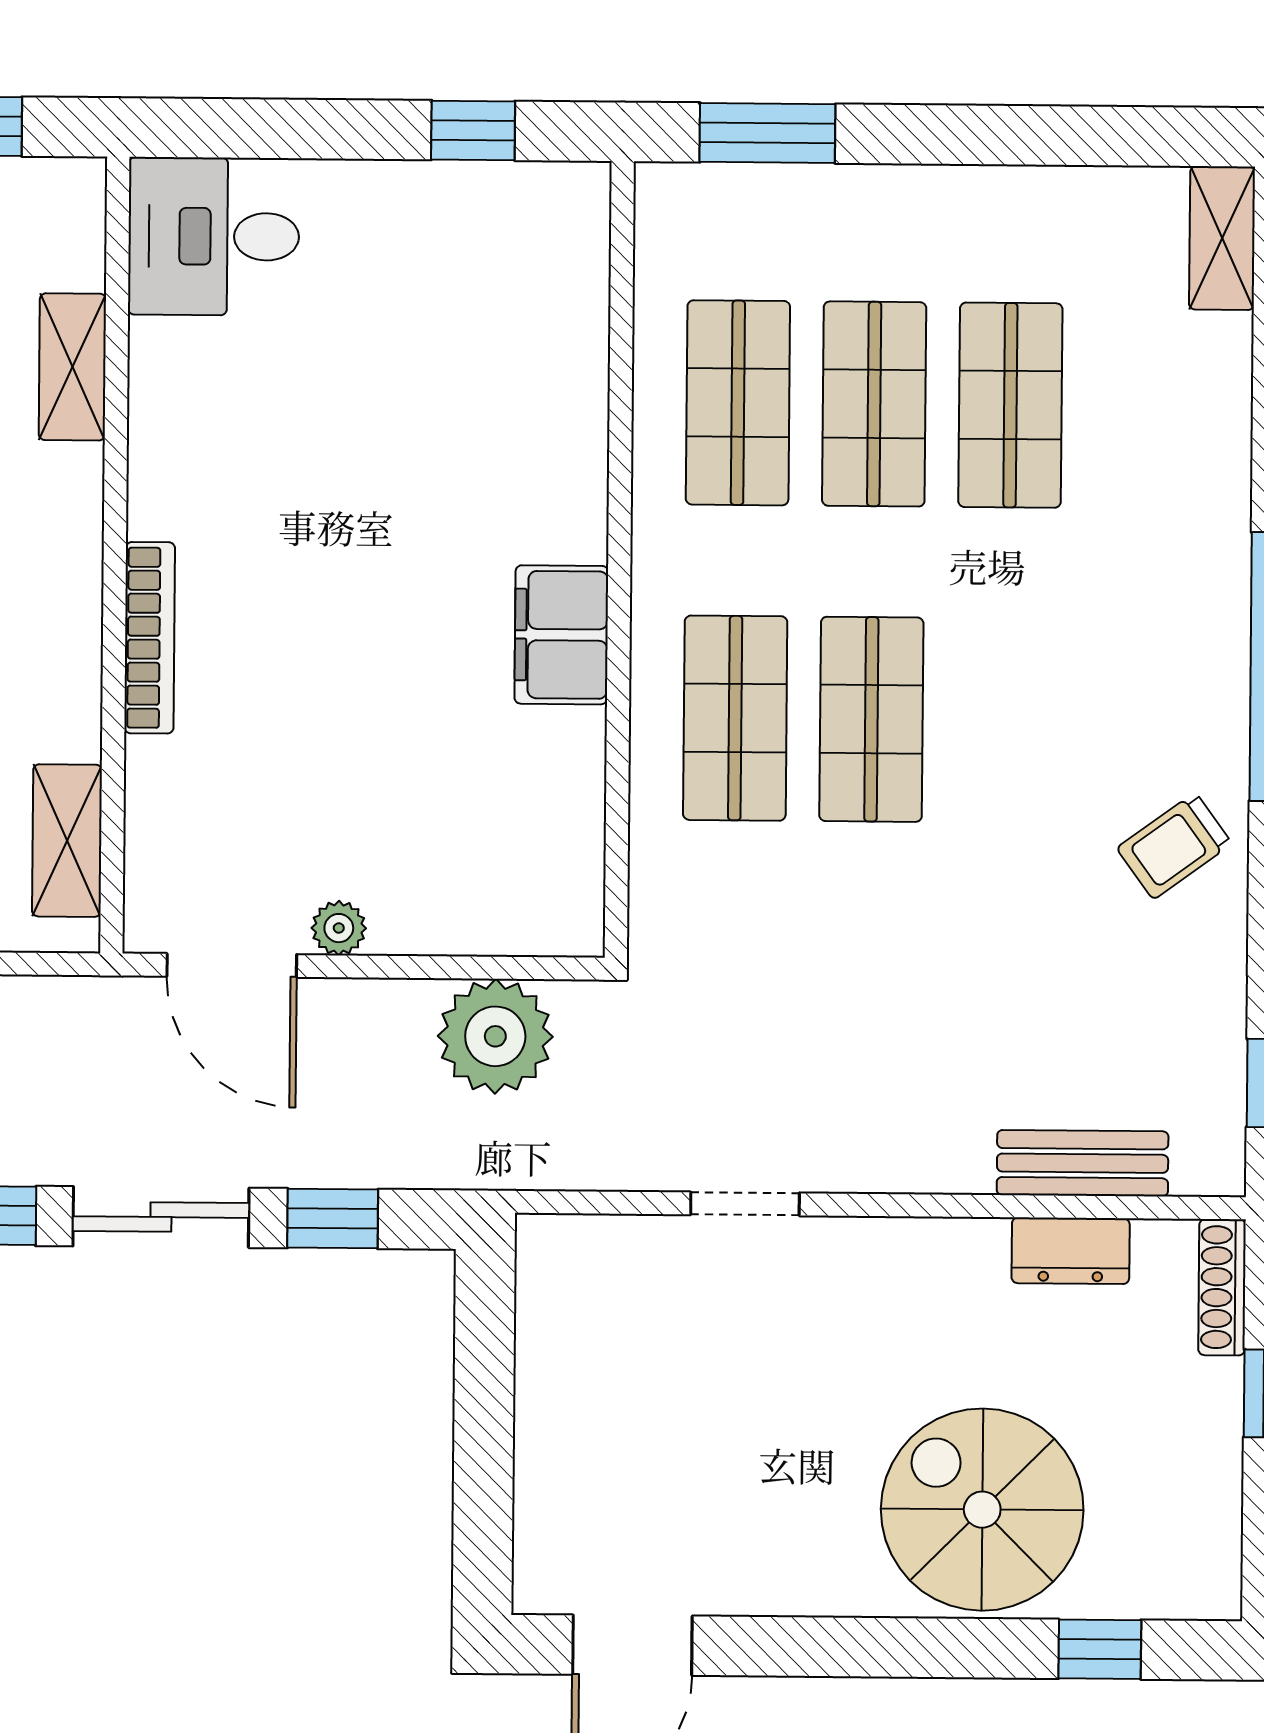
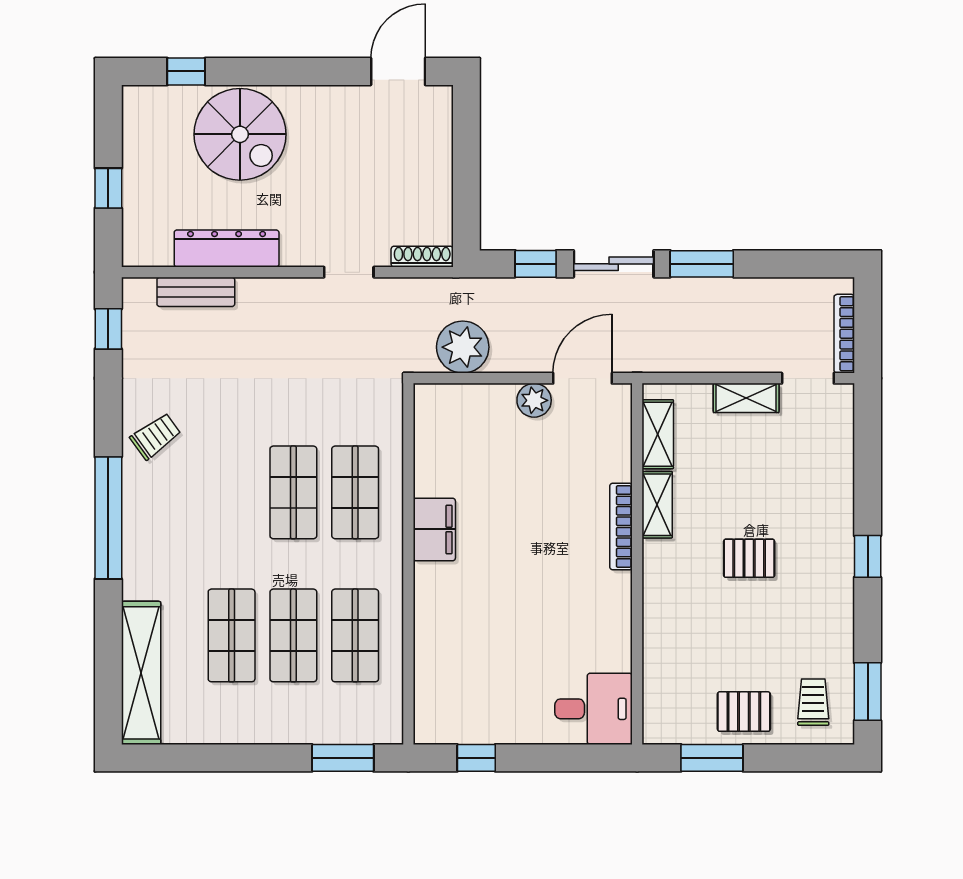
shelving: (1222, 238) -> (141, 673), width x2.20, depth x1.33
shelving: (72, 367) -> (657, 505), moved
plant: (339, 928) -> (534, 400), width x1.38, depth x1.38
door: (232, 965) -> (583, 378), hinge flipped
dresser: (1071, 1251) -> (227, 248), width x1.96, depth x1.24
shoe rack: (1222, 1287) -> (422, 257), moved, turned -90

